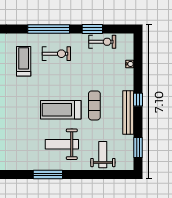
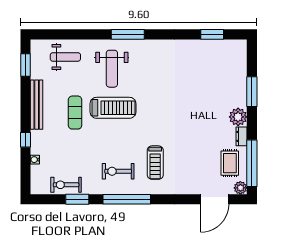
window: (138, 100) -> (26, 140), moved
weight bench: (62, 144) -> (112, 69), turned 90
weight bench: (103, 155) -> (65, 57), turned -90

